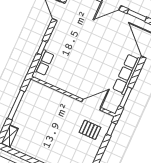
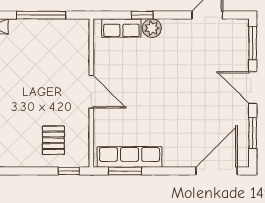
plant: (52, 46) -> (152, 28), added
row of seats: (126, 74) -> (130, 157), moved
door: (91, 105) -> (91, 92), moved

